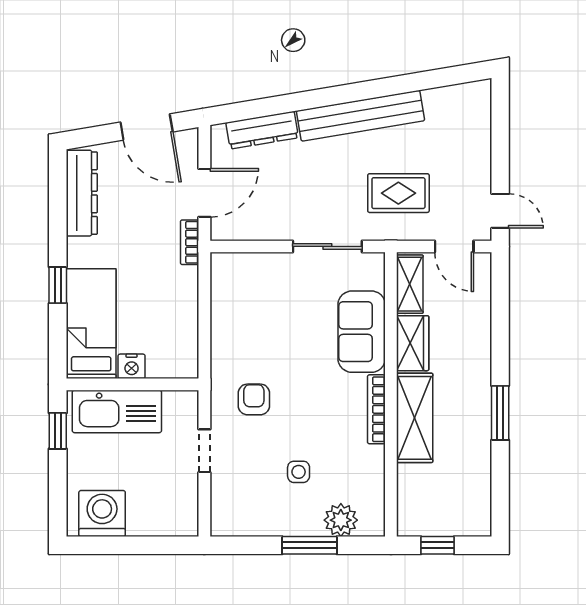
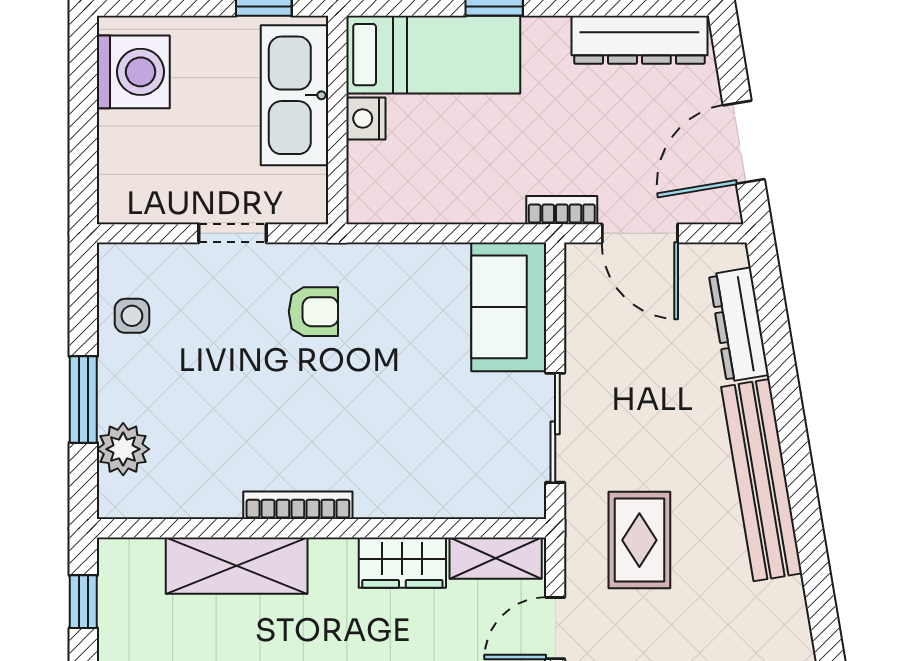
sofa: (362, 332) -> (509, 307), moved, turned -90
shelving: (415, 418) -> (237, 566), moved
side table: (299, 472) -> (132, 316), moved

